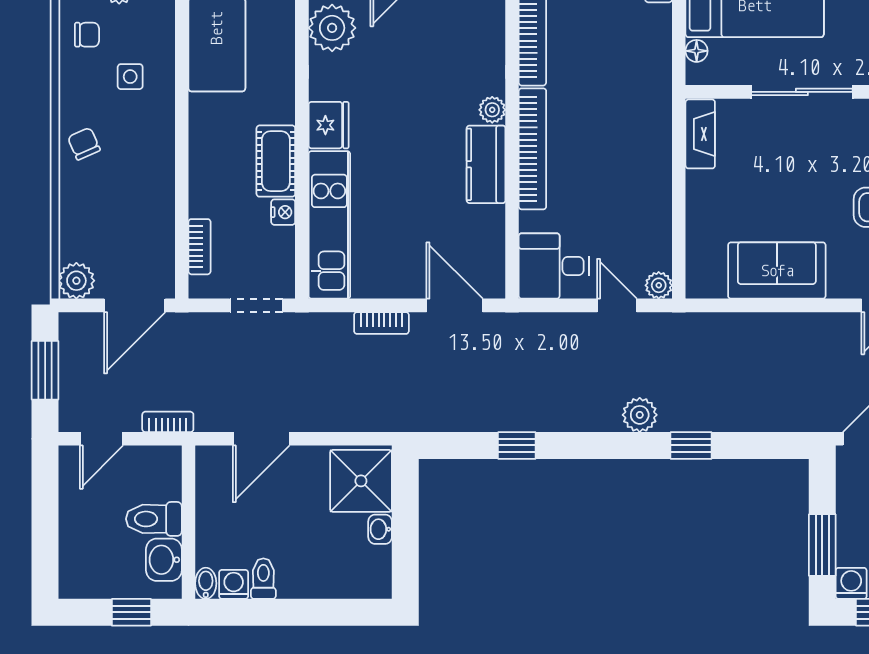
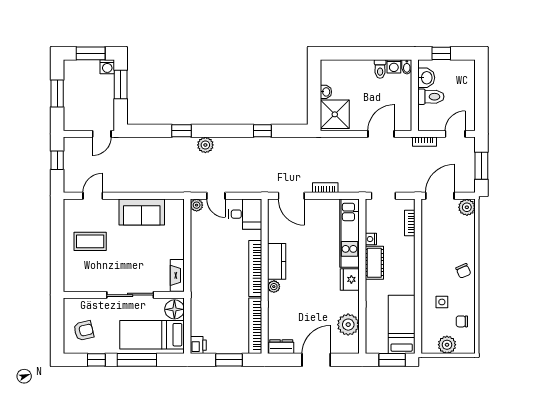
floor lamp: (697, 51) -> (174, 309), width x1.89, depth x1.89

